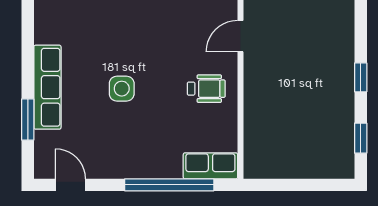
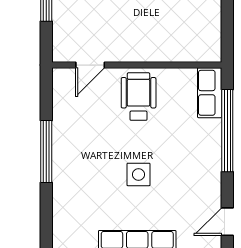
door: (241, 36) -> (90, 65), hinge flipped
wheelchair: (206, 89) -> (139, 97), width x1.36, depth x1.37

